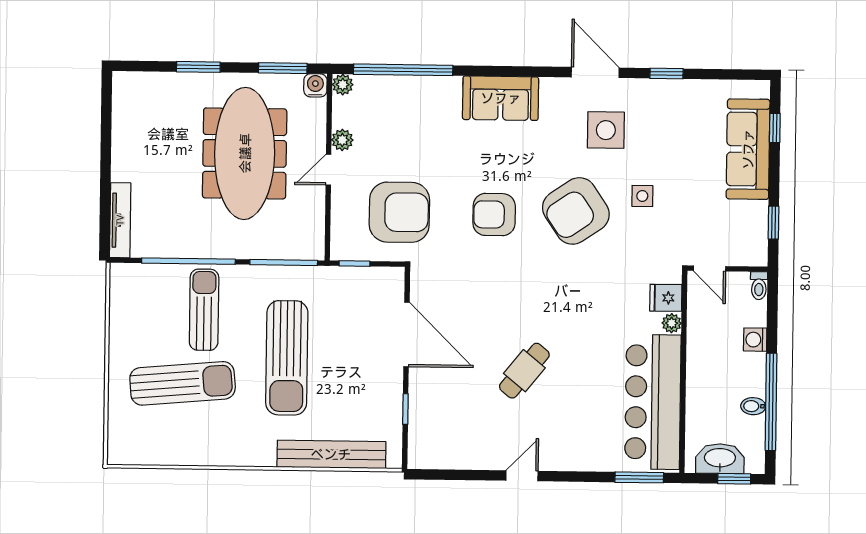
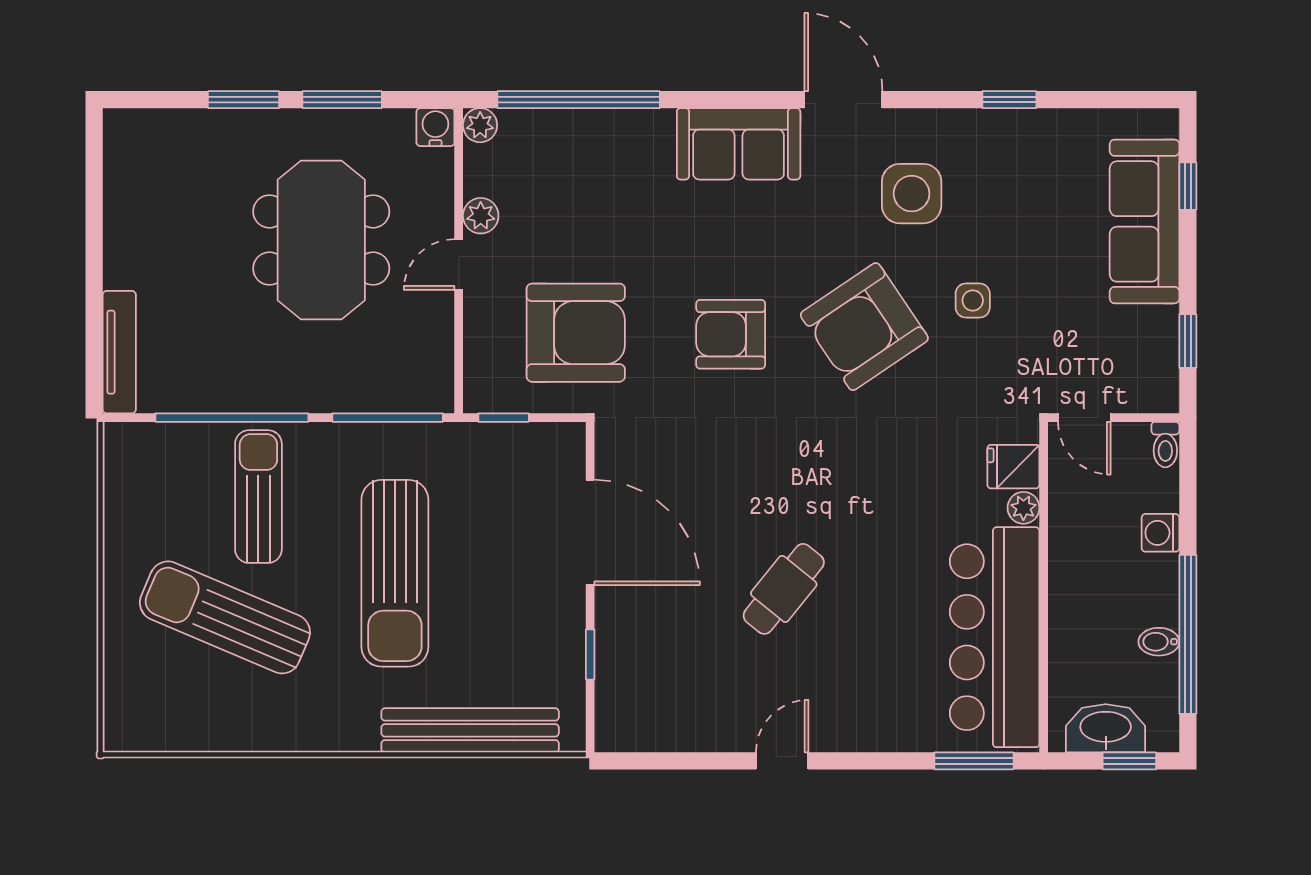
window: (283, 68) -> (342, 100), moved
door: (595, 72) -> (843, 100), moved
meeting table: (245, 153) -> (321, 240), width x0.73
sun lounger: (183, 383) -> (225, 617), turned -152

